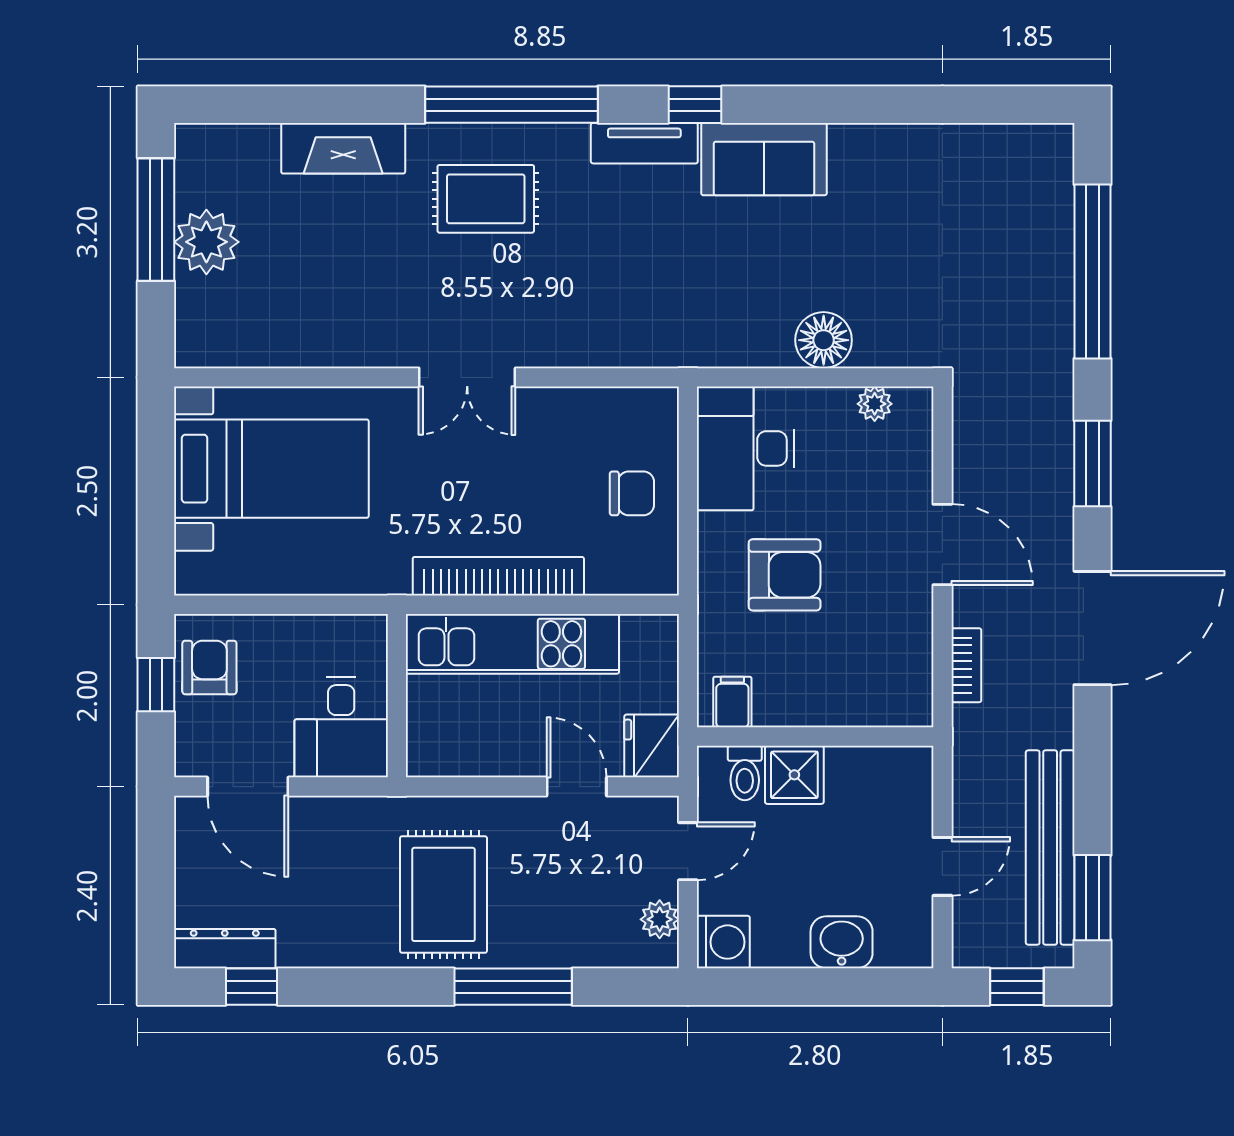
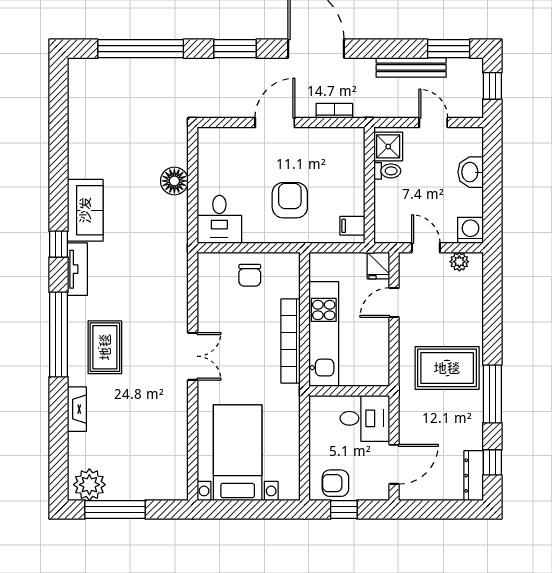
fireplace: (343, 148) -> (77, 409), width x0.73, depth x0.76
plant: (206, 242) -> (89, 485), moved
plant: (875, 404) -> (206, 156), removed
desk: (746, 448) -> (219, 219), width x0.73
chair: (632, 493) -> (250, 275), turned 180
fridge: (652, 746) -> (378, 266), width x0.72
toilet: (745, 773) -> (387, 171), moved
shower: (794, 775) -> (388, 146), moved
bench: (1050, 847) -> (411, 67), width x0.73, depth x0.82
window: (513, 987) -> (492, 394), moved

